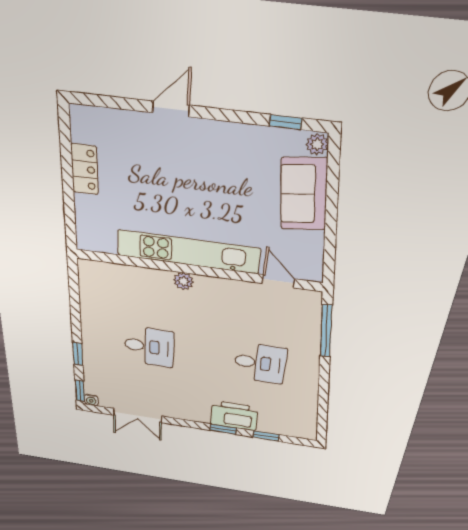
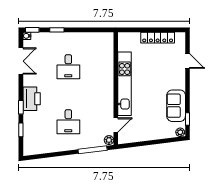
door: (171, 109) -> (188, 61), moved
locker: (85, 169) -> (158, 38), width x1.53
sofa: (304, 194) -> (176, 106), moved, turned -83
plant: (183, 281) -> (109, 140), moved
double door: (137, 416) -> (21, 61), swing flipped
printer: (234, 416) -> (32, 99), moved

